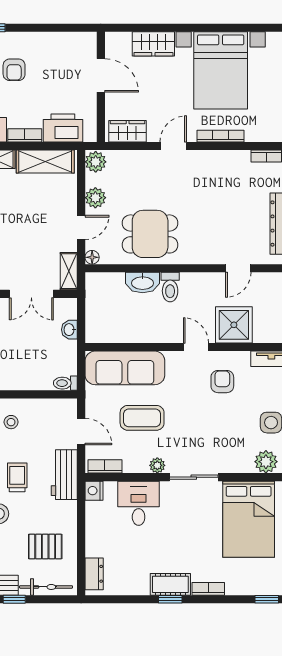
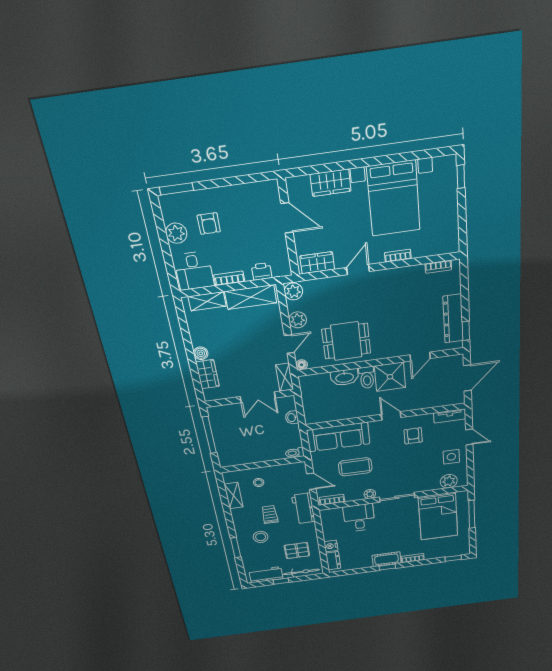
printer: (63, 128) -> (262, 271), width x0.53, depth x0.68
bookcase: (220, 136) -> (398, 256), width x0.64
shower: (234, 325) -> (390, 377), moved
nightstand: (94, 491) -> (331, 546), moved

